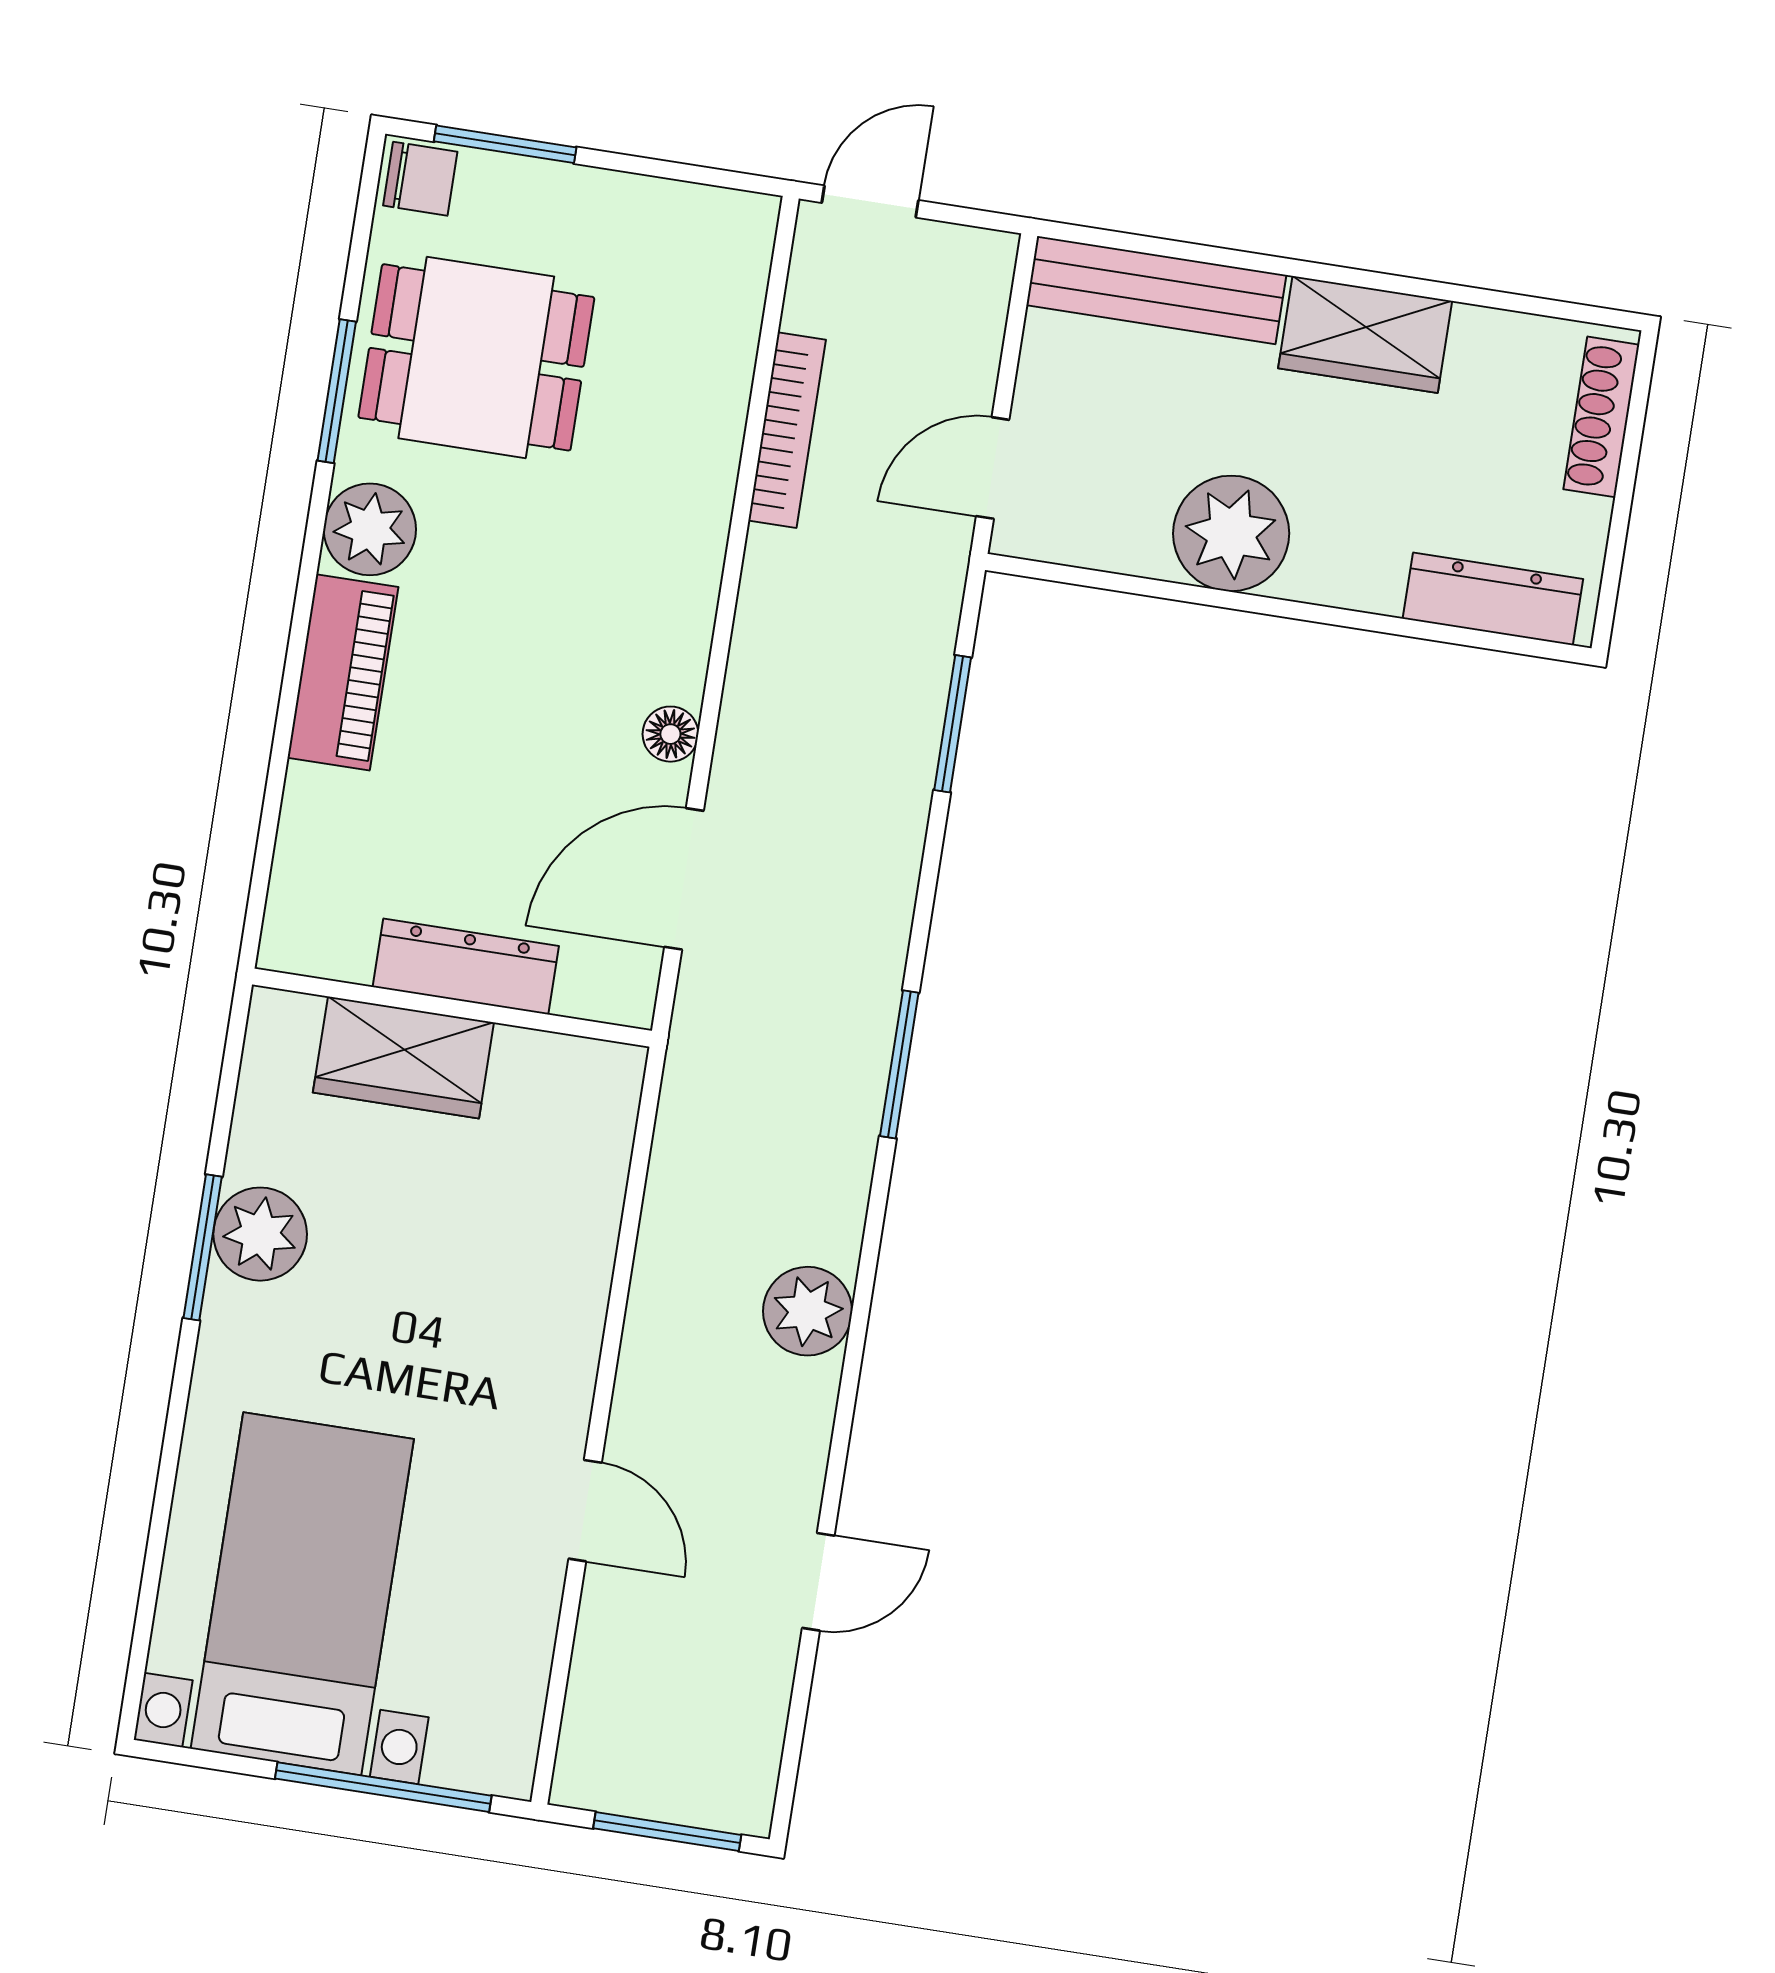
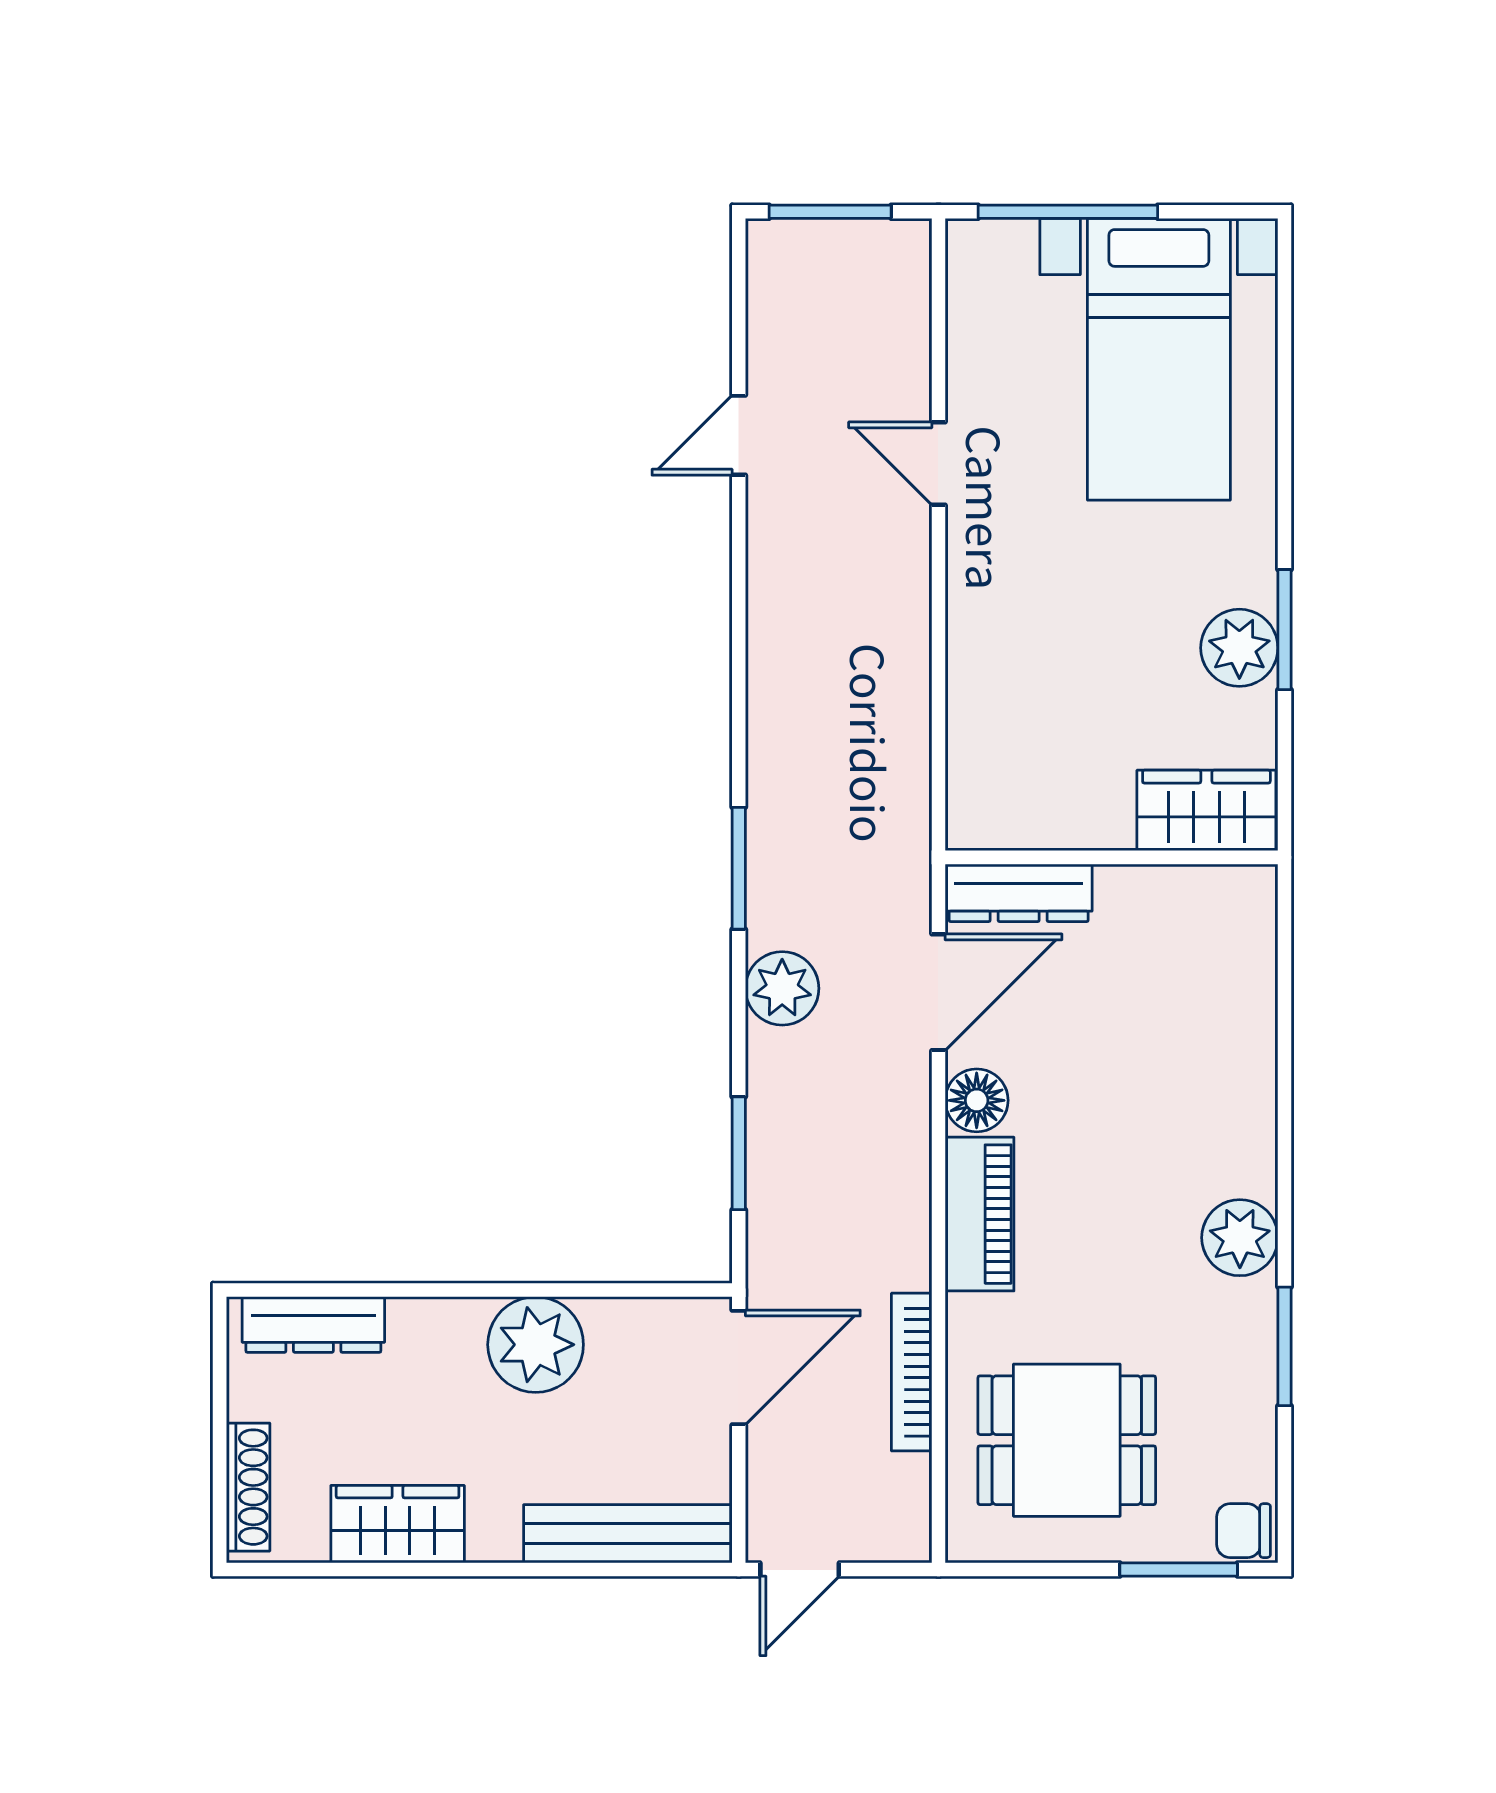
door: (870, 201) -> (800, 1570), moved
wardrobe: (1365, 335) -> (398, 1524), moved
dining table: (476, 357) -> (1067, 1440), moved
door: (993, 468) -> (739, 1367), width x1.38
piano: (343, 672) -> (980, 1214), moved, turned 180
floor lamp: (670, 734) -> (977, 1100), width x1.37, depth x1.37
dresser: (466, 966) -> (1019, 893), moved
wardrobe: (403, 1057) -> (1206, 810), moved
plant: (808, 1311) -> (782, 988), moved

